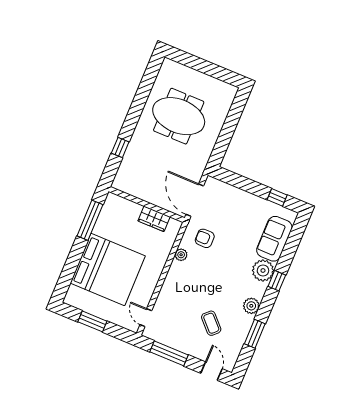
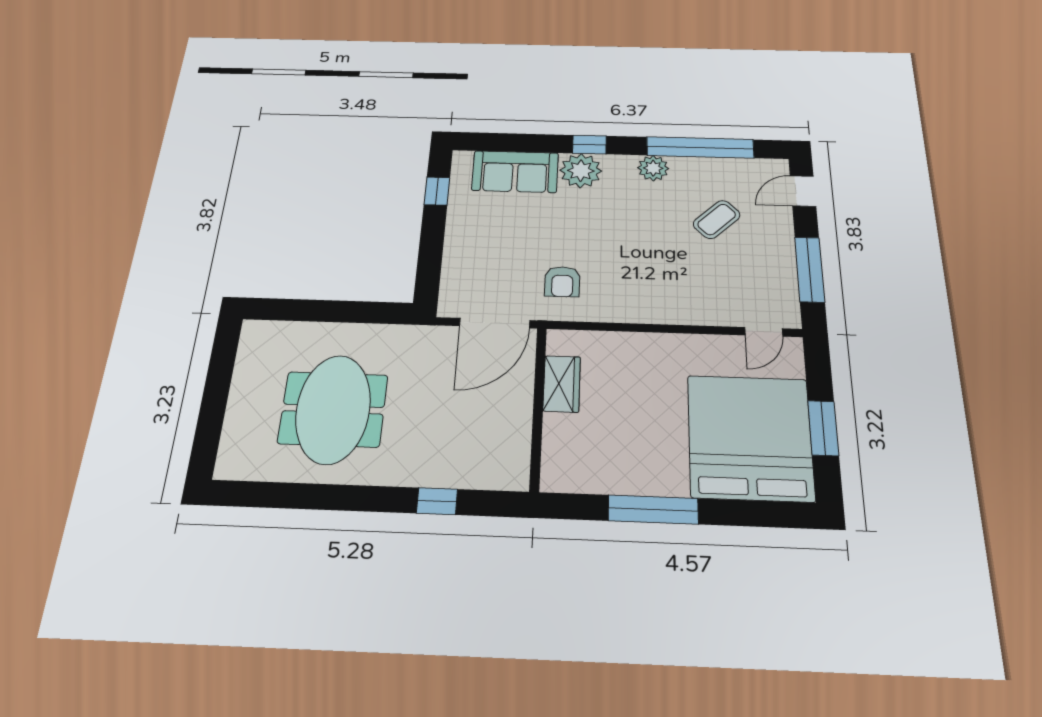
window: (90, 220) -> (653, 510), moved
plant: (181, 255) -> (612, 311), removed
bed: (108, 269) -> (750, 437), moved
window: (255, 334) -> (700, 147), width x2.11

